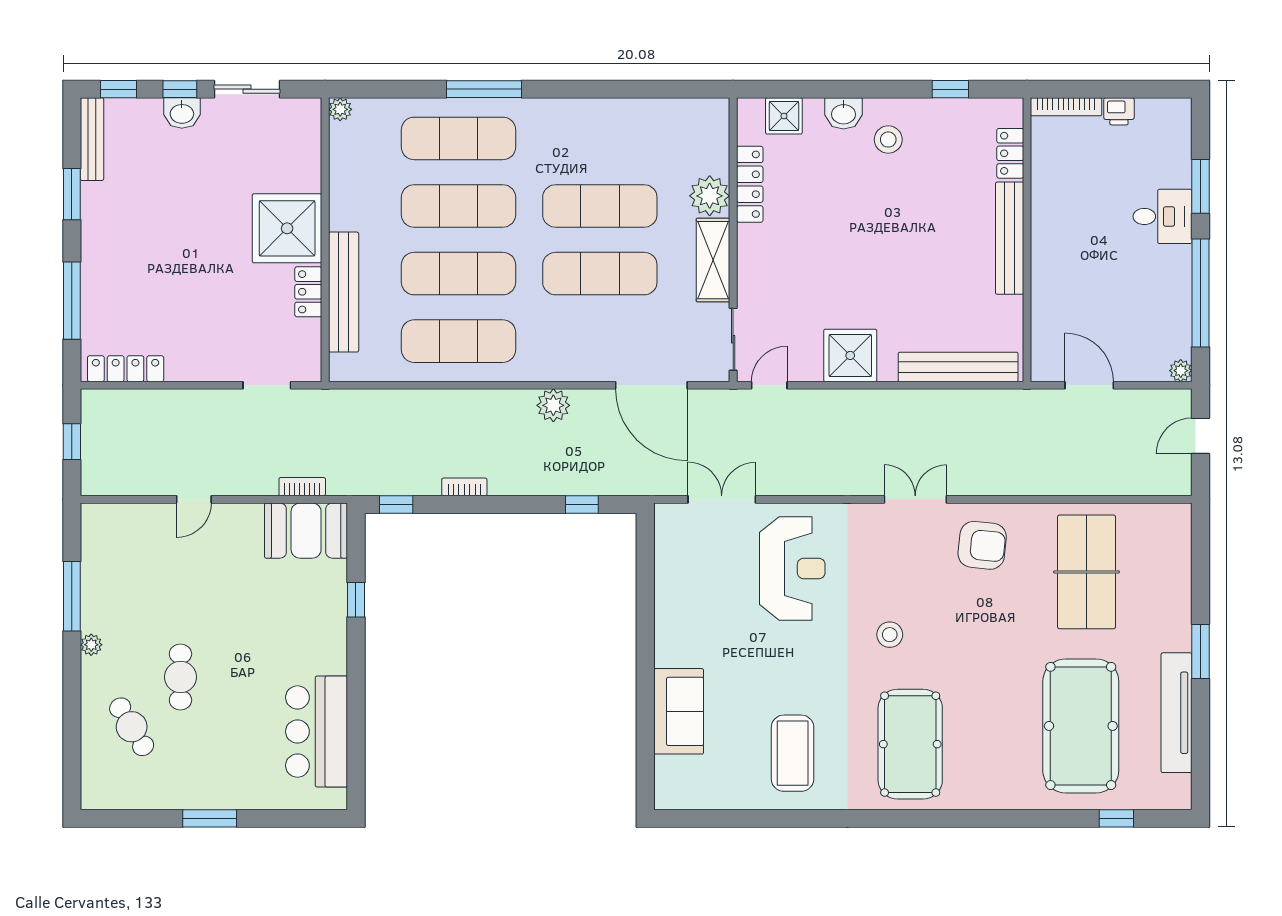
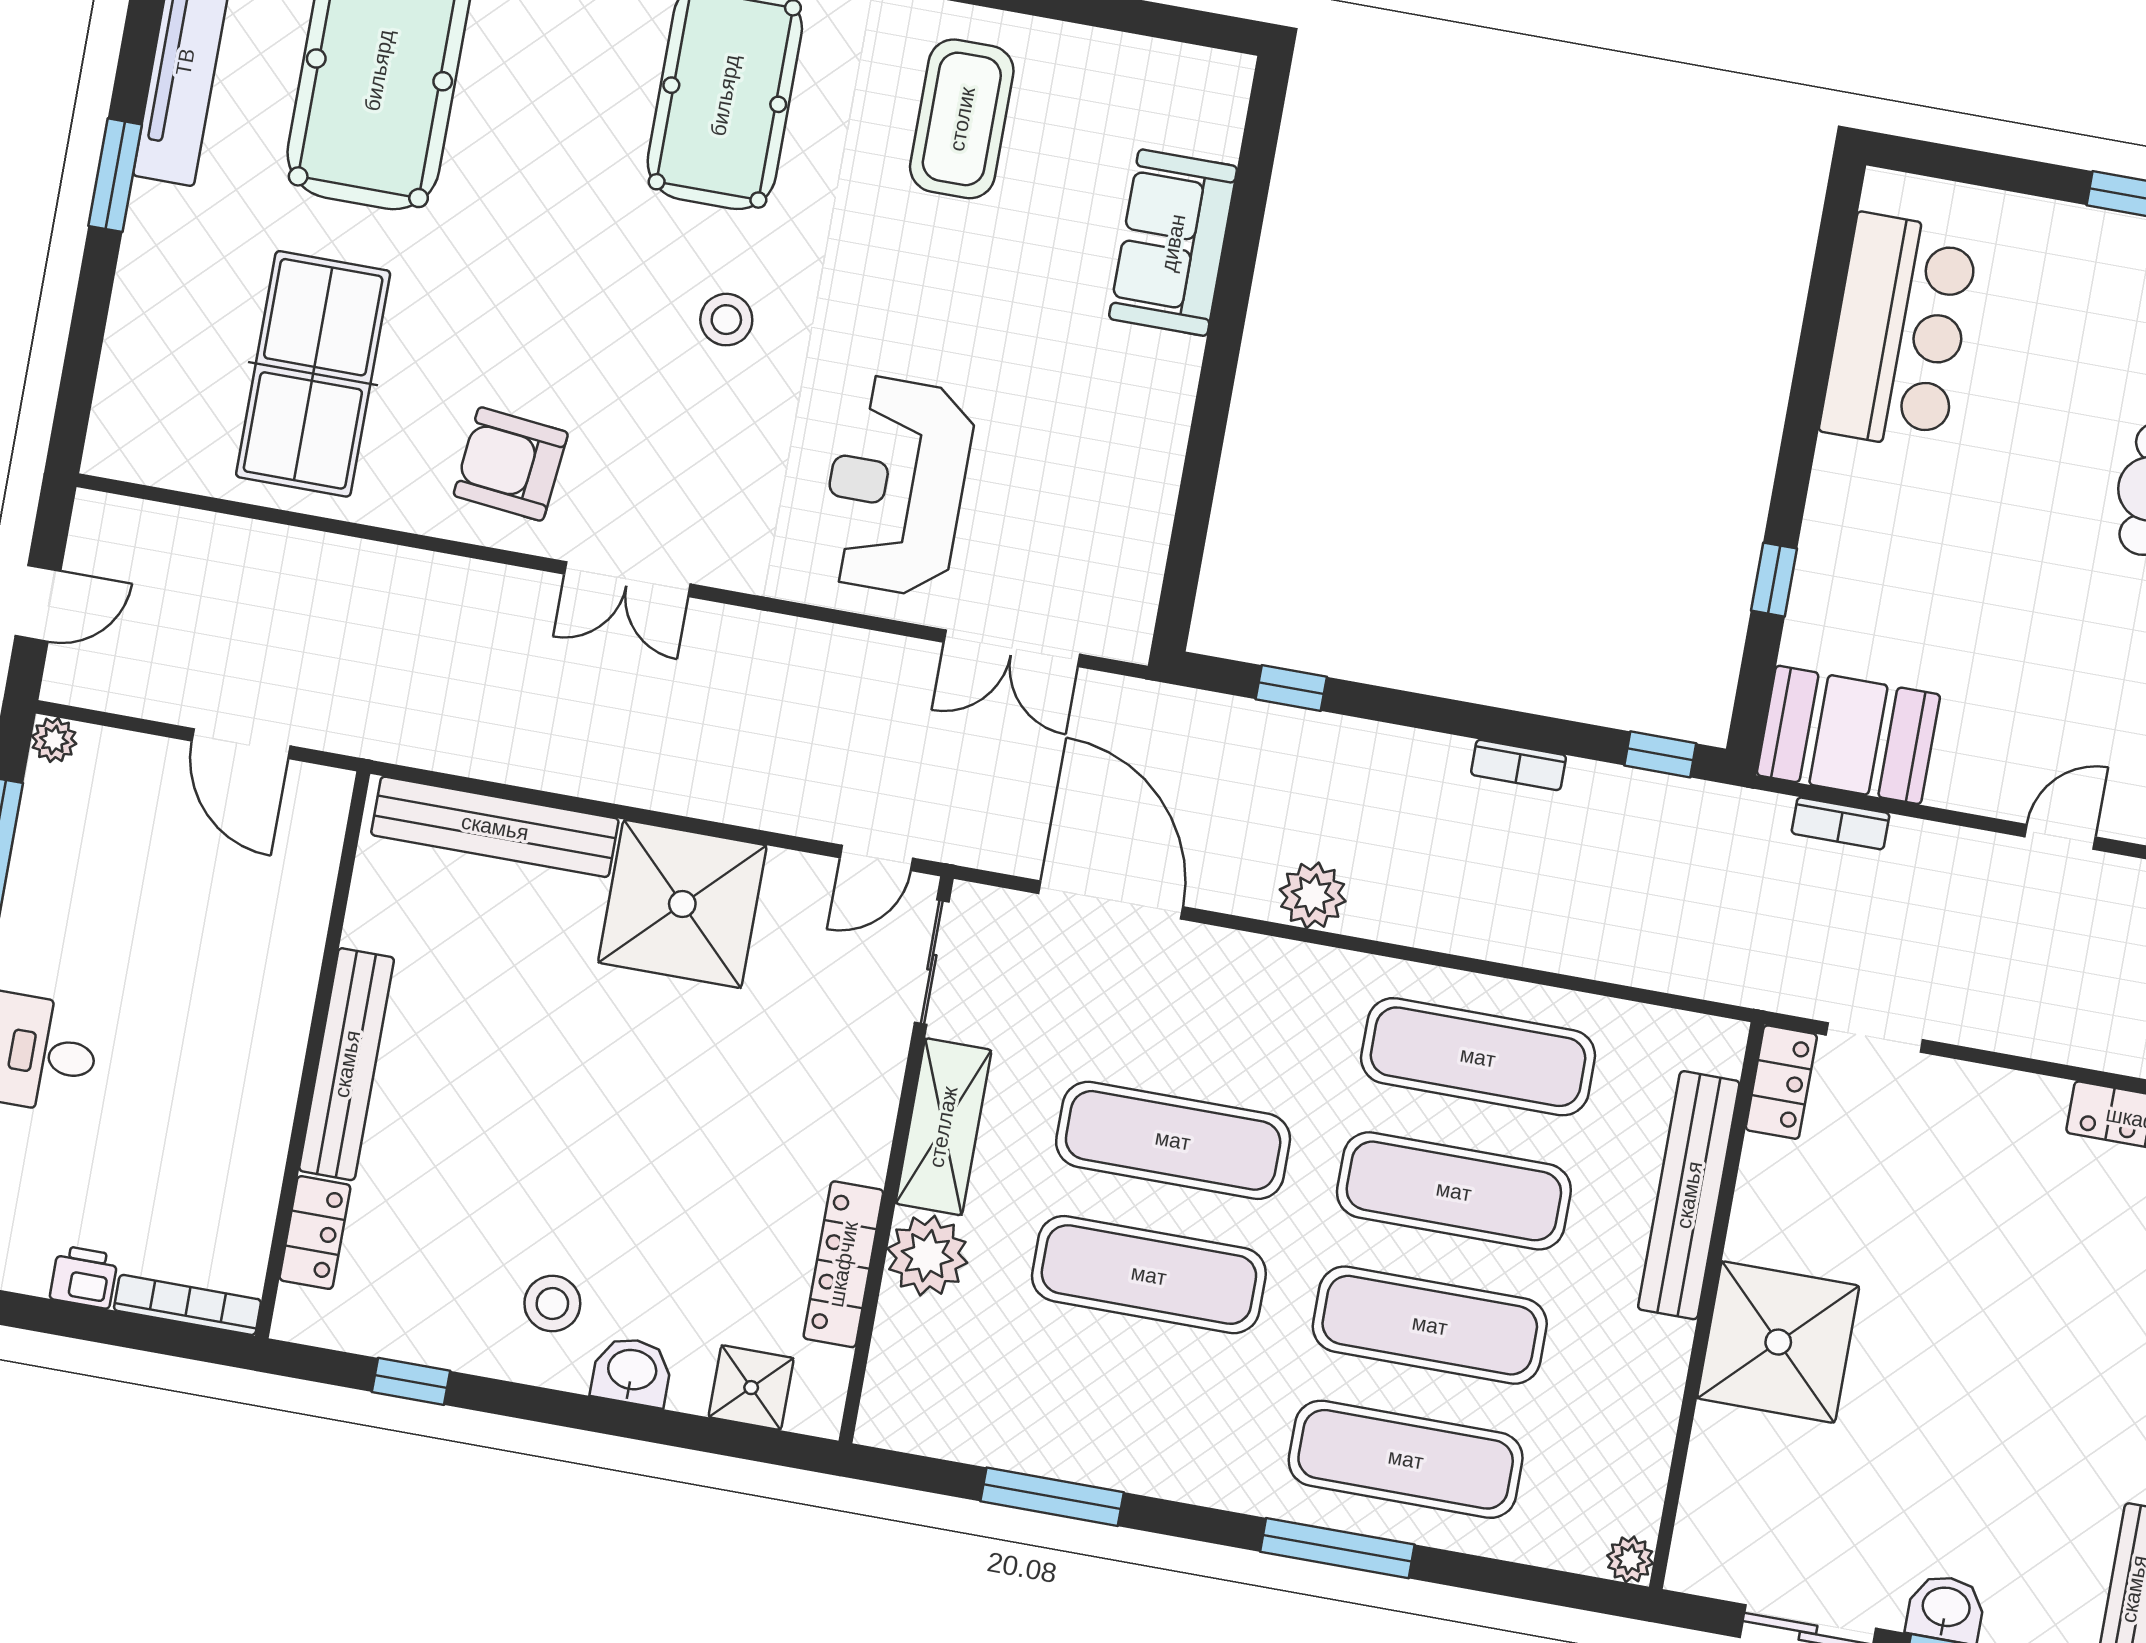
window: (628, 89) -> (1052, 1497), added
locker: (308, 292) -> (1781, 1082), moved
shower: (850, 355) -> (682, 904), width x1.37, depth x1.37

